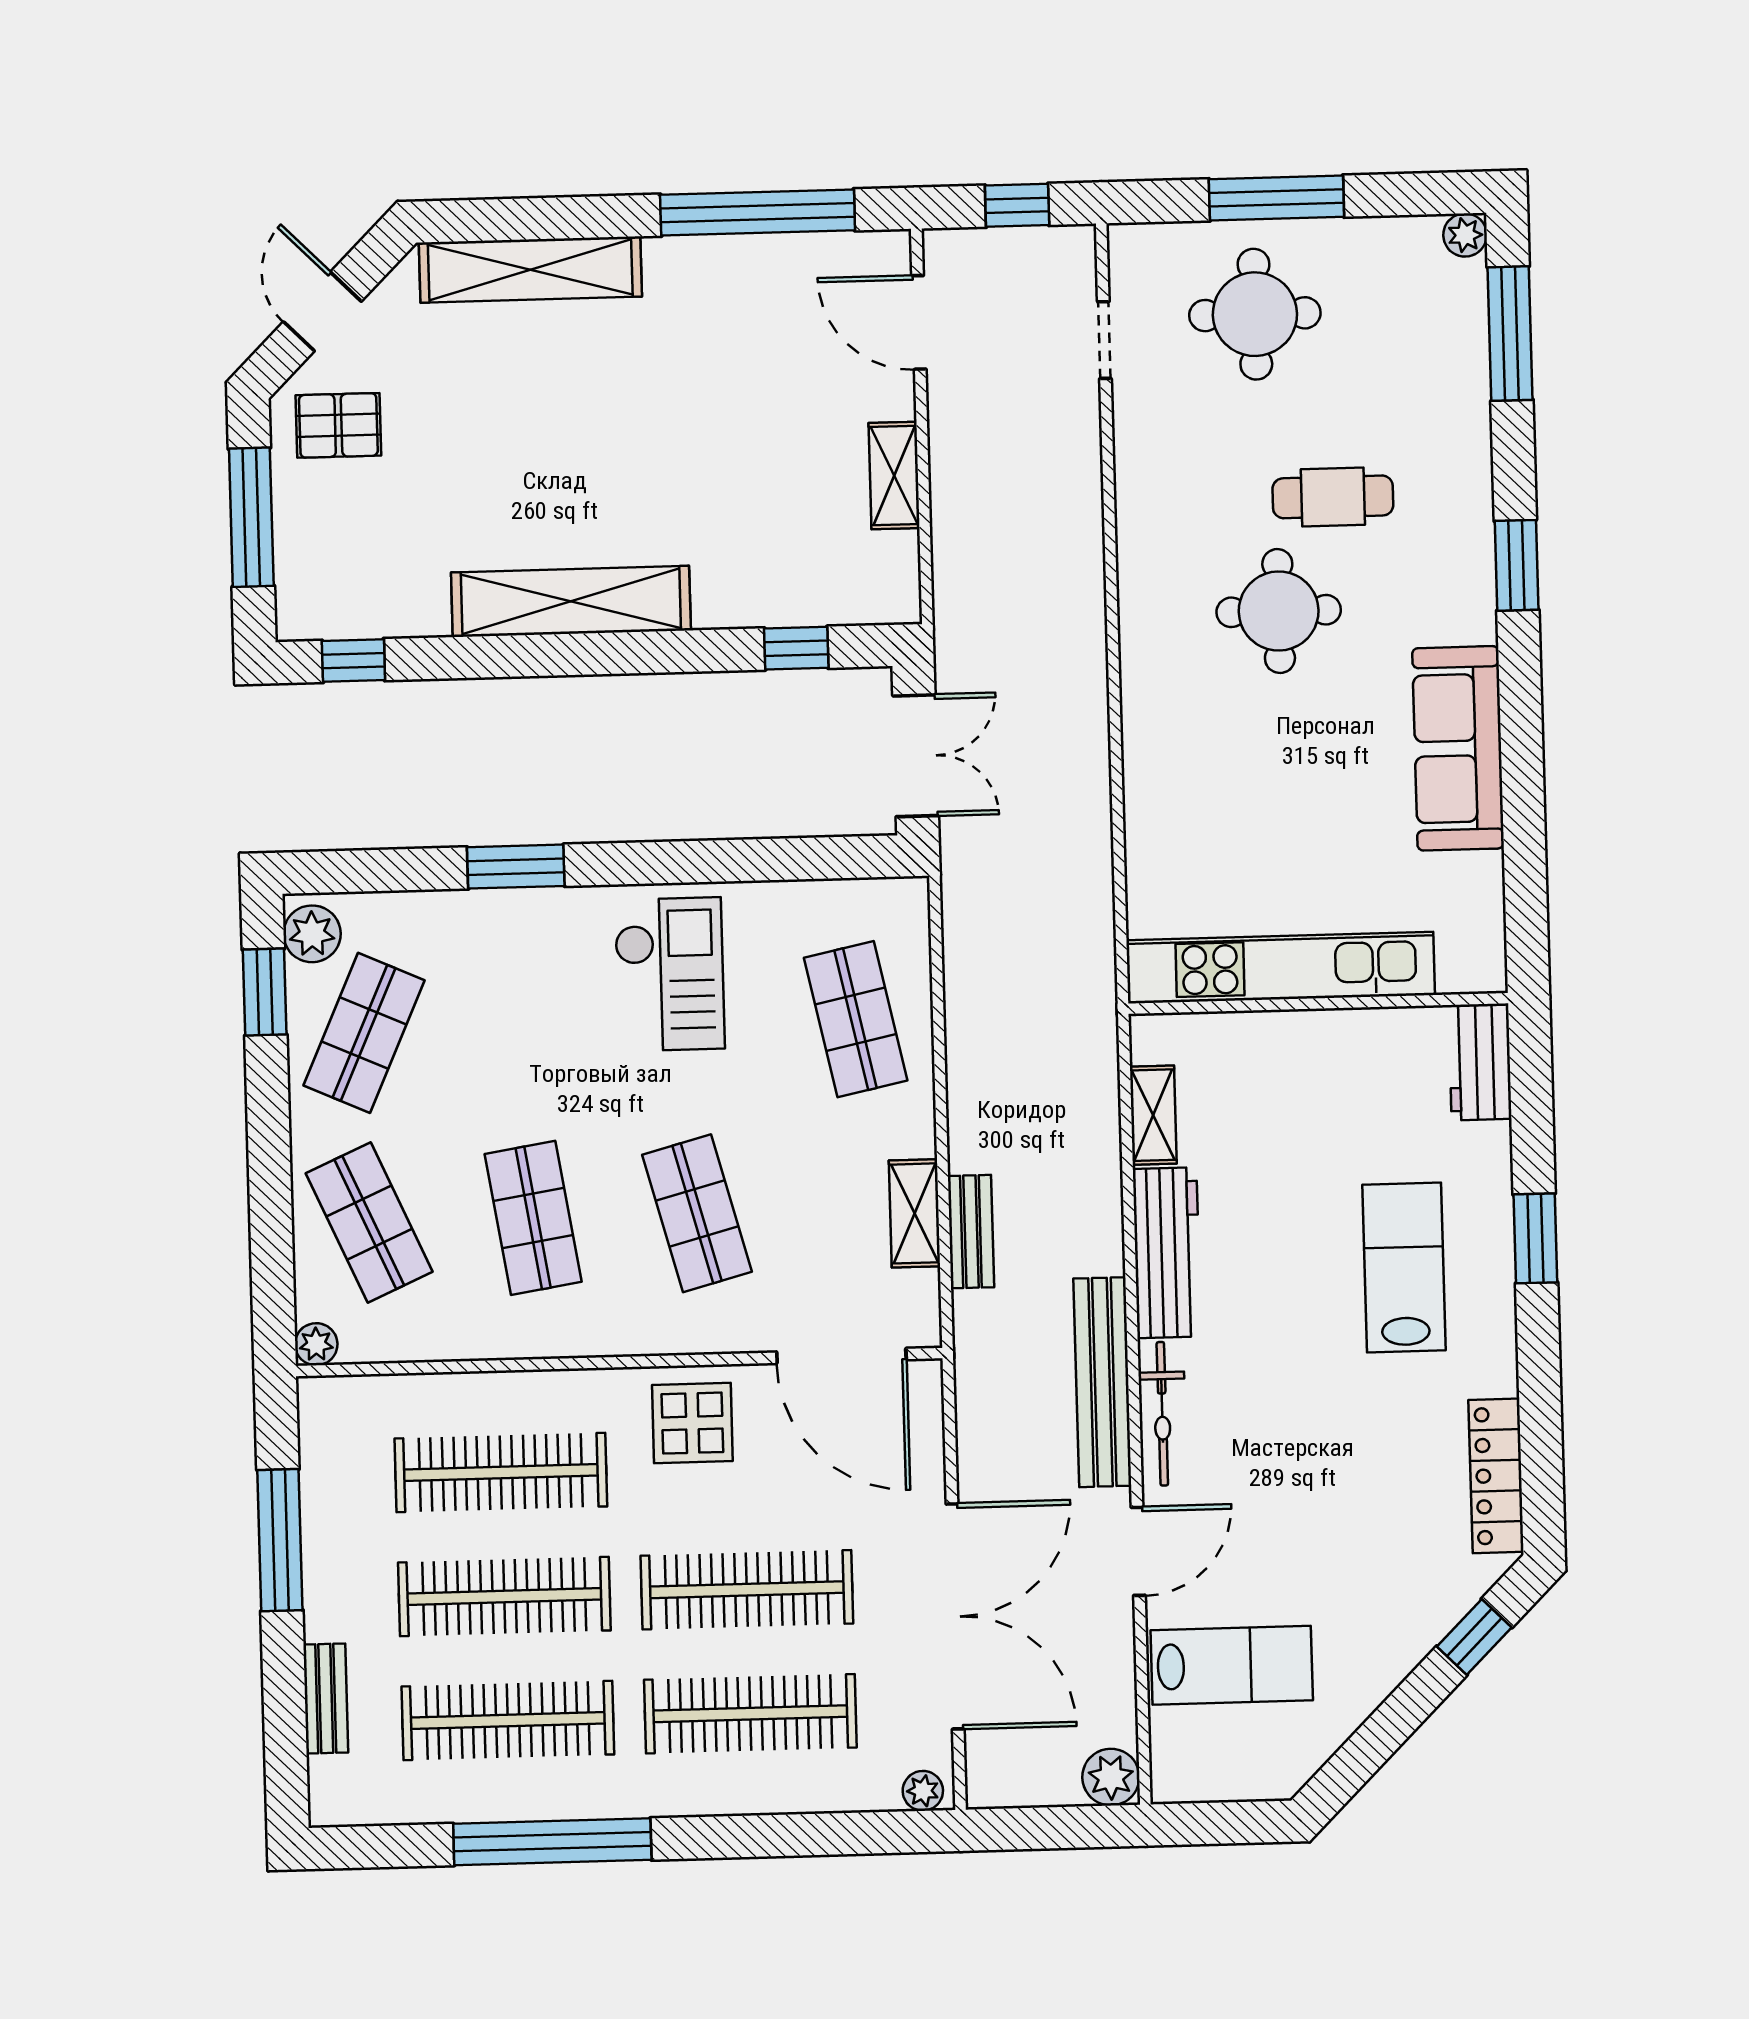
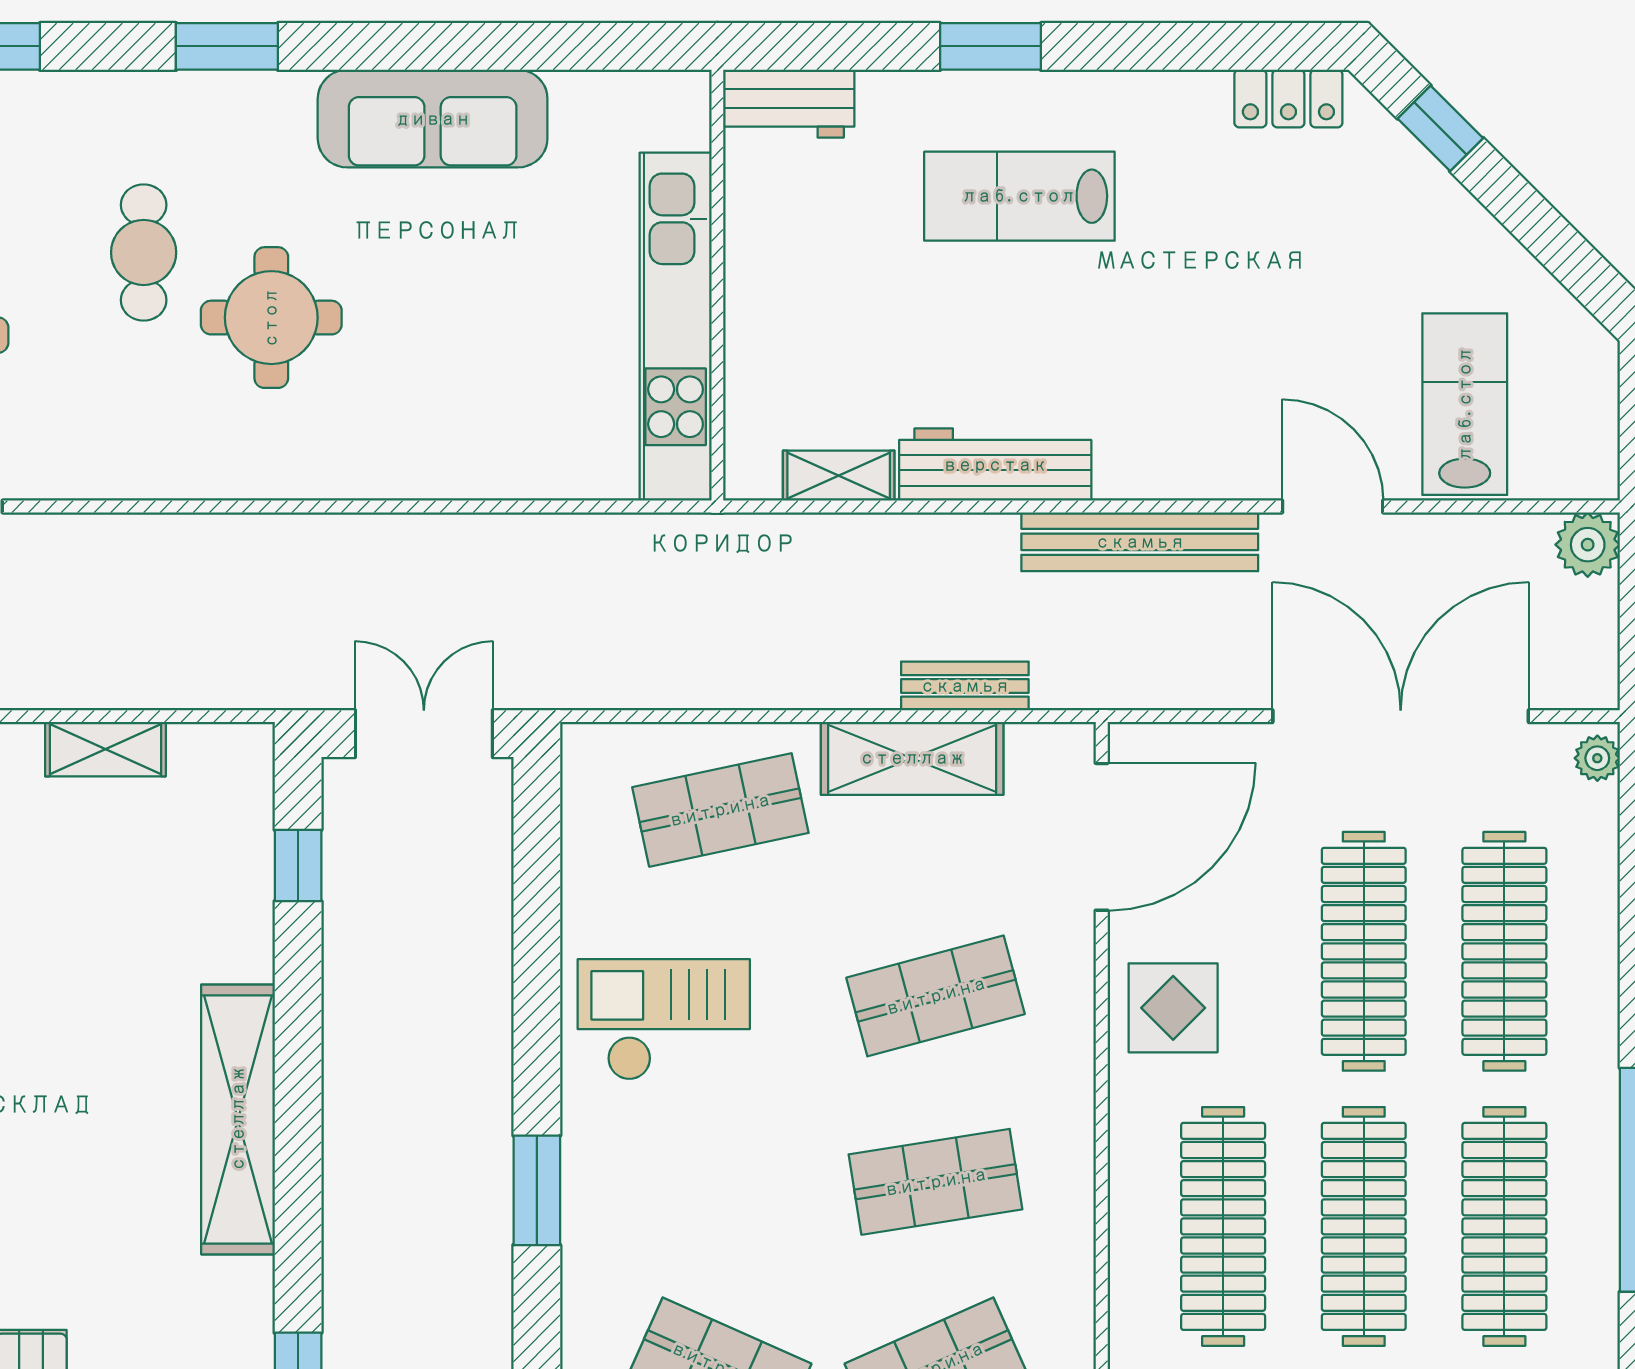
shelving: (915, 1213) -> (912, 758), width x1.50, depth x1.33
bicycle: (1162, 1414) -> (1177, 475), removed
locker: (1496, 1476) -> (1288, 99), width x0.66

